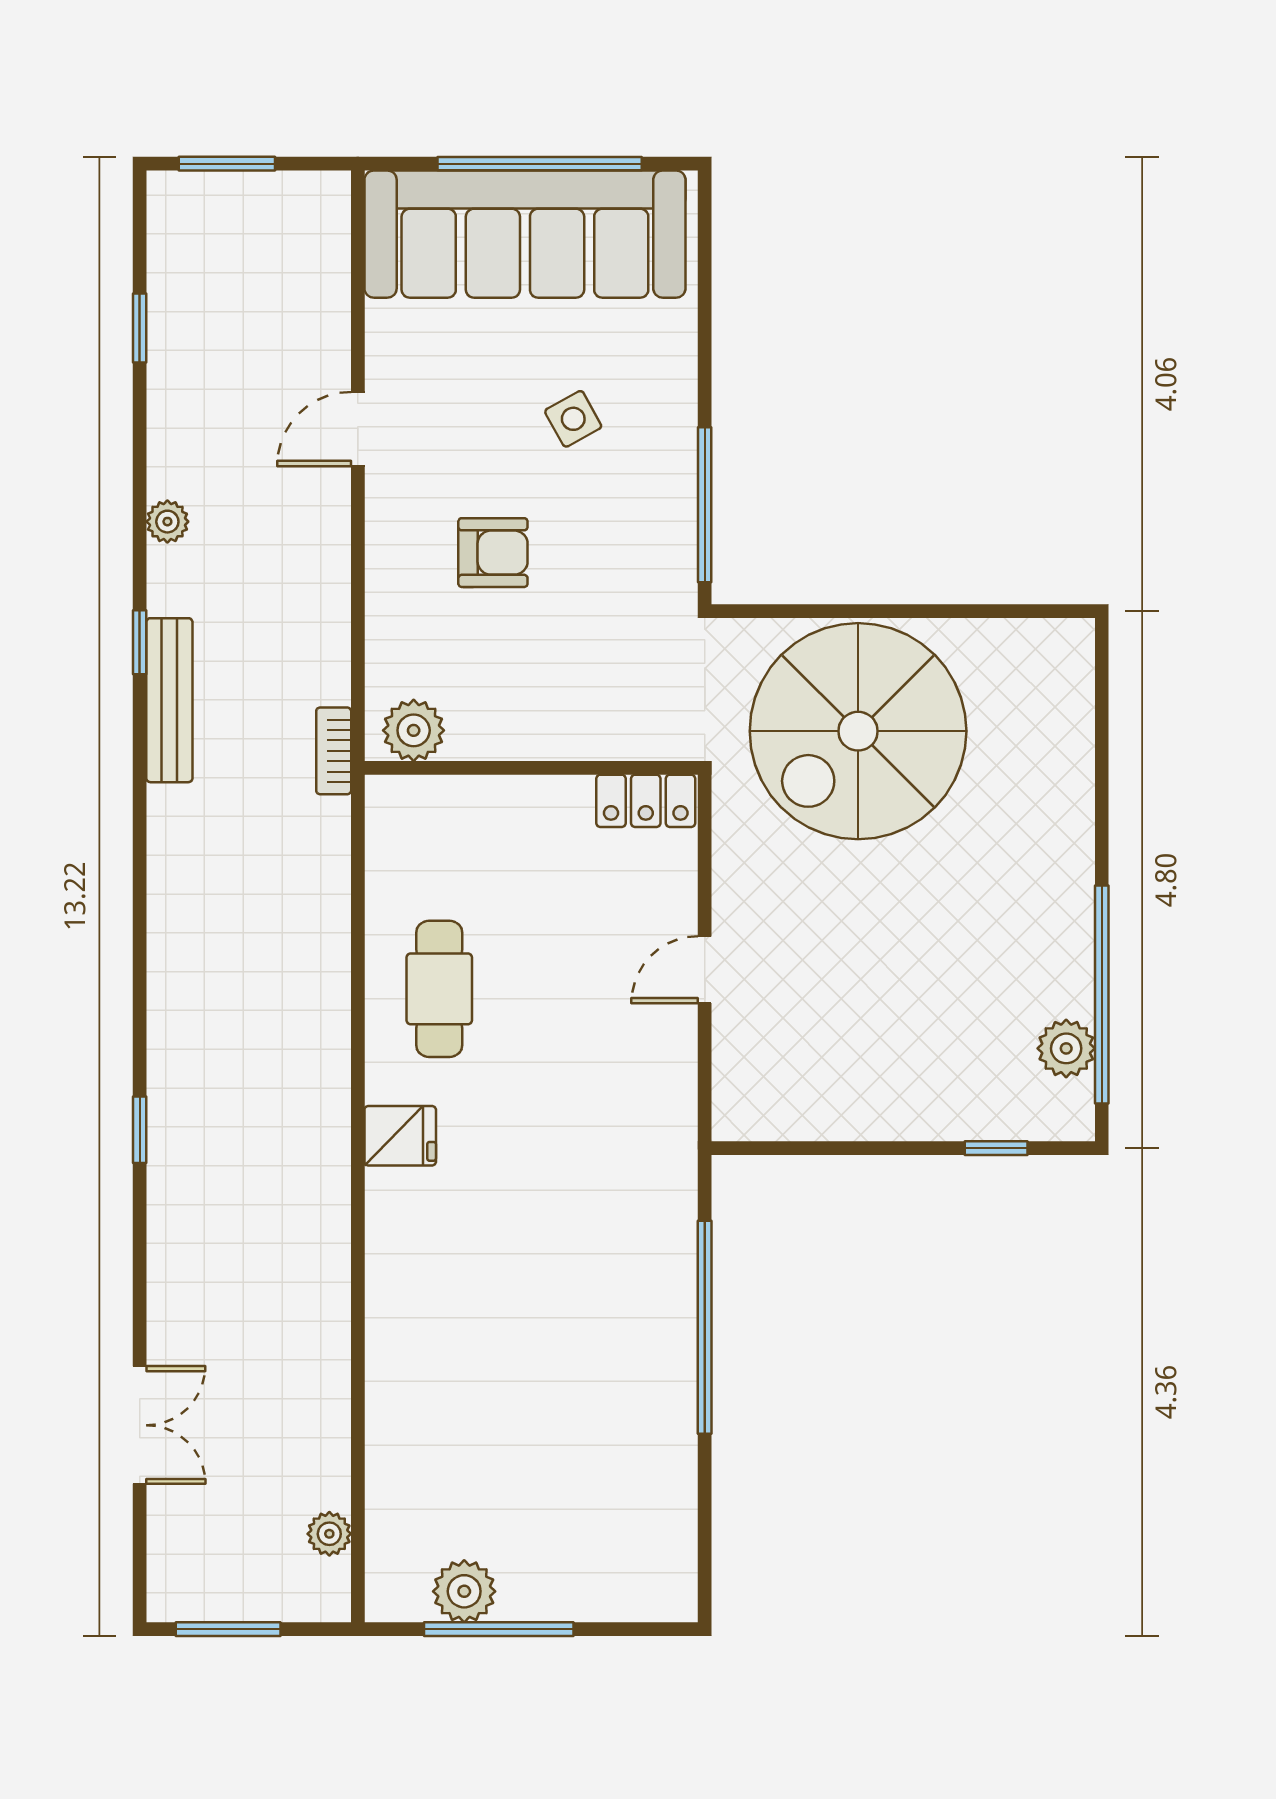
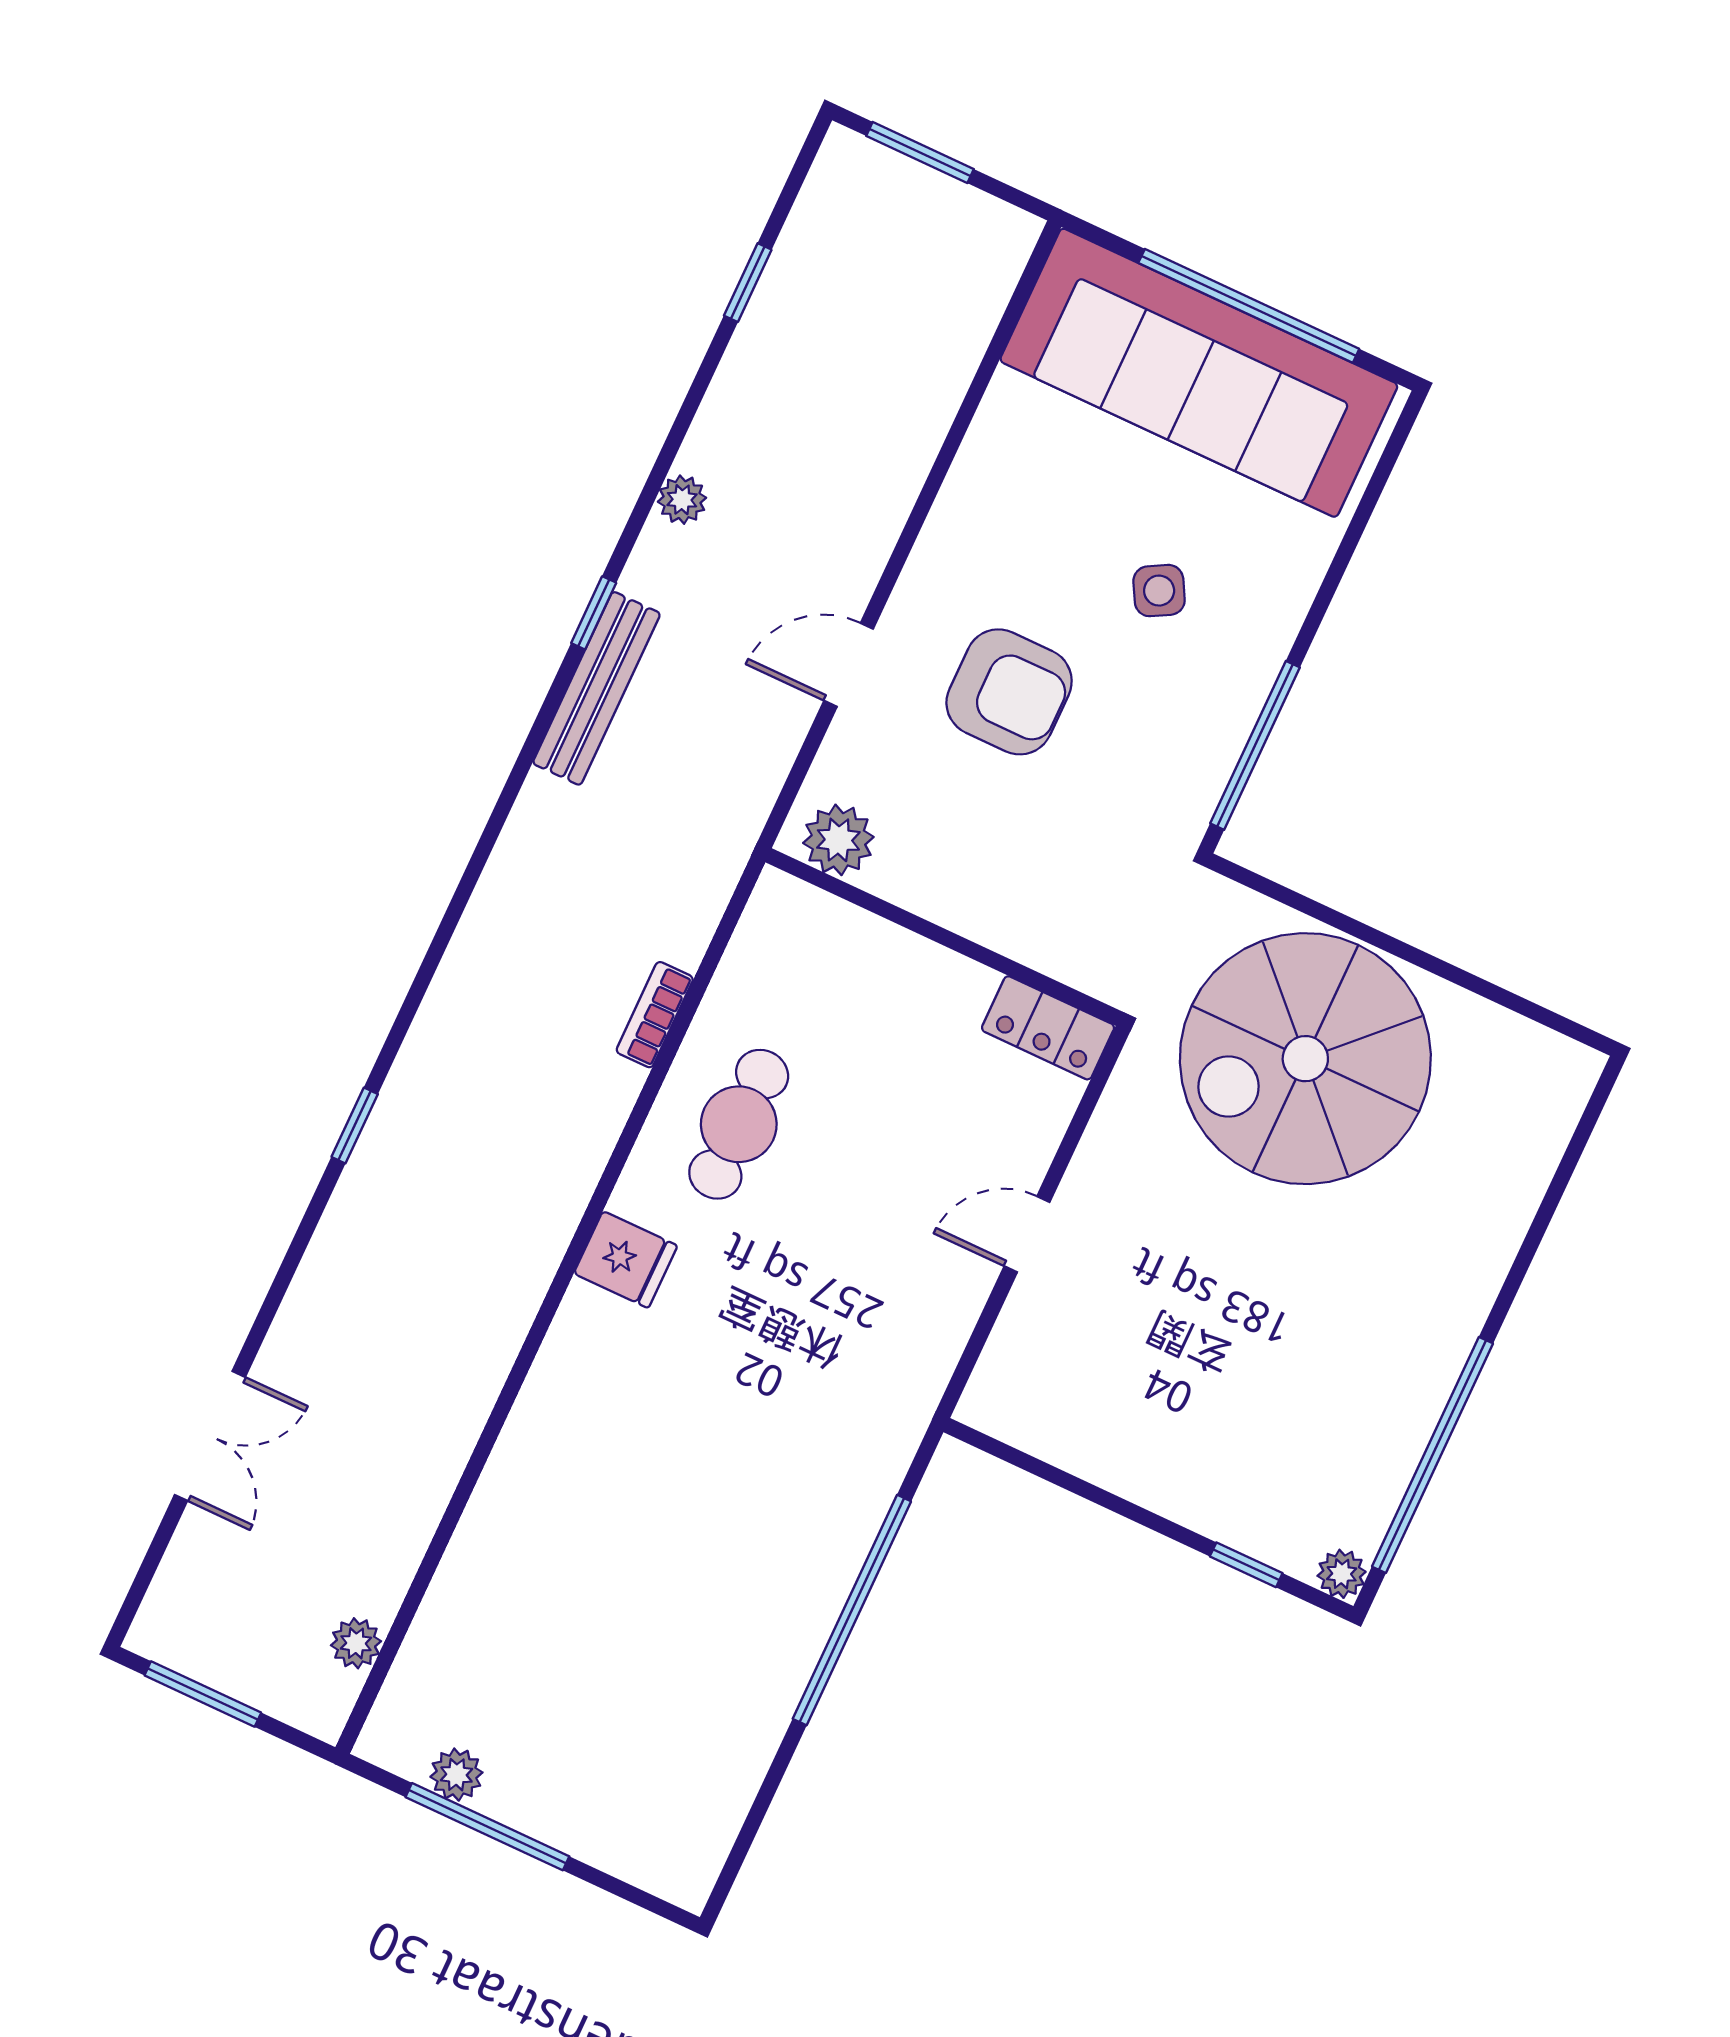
door: (358, 429) -> (849, 665), moved
armchair: (493, 553) -> (1009, 692), width x1.38, depth x1.38
bookcase: (334, 751) -> (655, 1015), moved
plant: (1066, 1048) -> (1342, 1574), moved, width x0.73, depth x0.73
plant: (464, 1591) -> (456, 1775), width x0.73, depth x0.73

